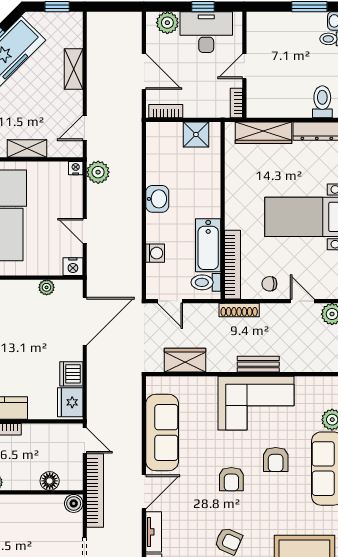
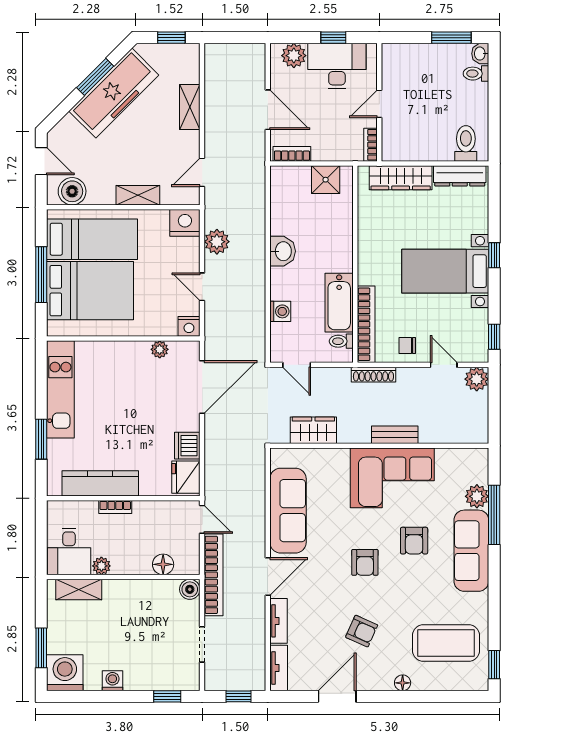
nightstand: (76, 168) -> (185, 223), width x1.89, depth x1.79
plant: (98, 172) -> (217, 242), moved
toilet: (206, 282) -> (341, 341), width x0.73, depth x0.72

